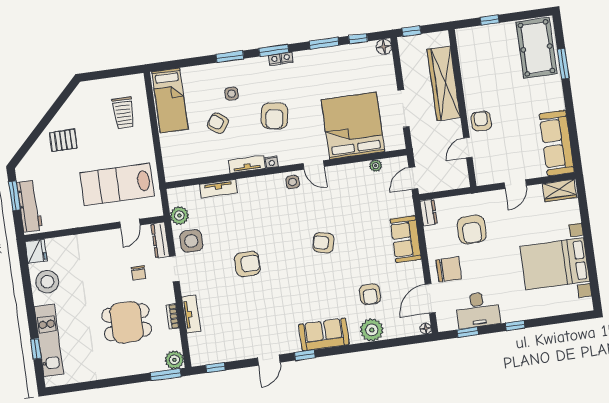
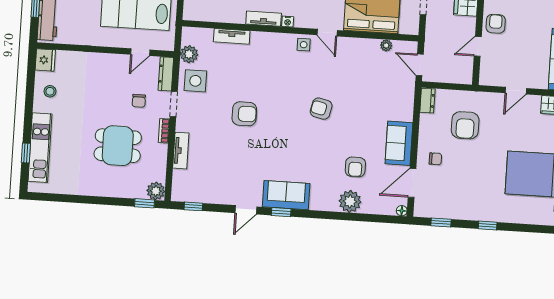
door: (413, 178) -> (420, 65), hinge flipped
sofa: (406, 239) -> (399, 143), moved
chair: (449, 269) -> (435, 159), width x0.54, depth x0.54
stool: (47, 282) -> (50, 91), width x0.53, depth x0.53
desk: (478, 310) -> (455, 203), removed
bookcase: (173, 316) -> (164, 131), moved
sofa: (324, 334) -> (286, 195), moved
window: (166, 375) -> (145, 203), width x0.67

